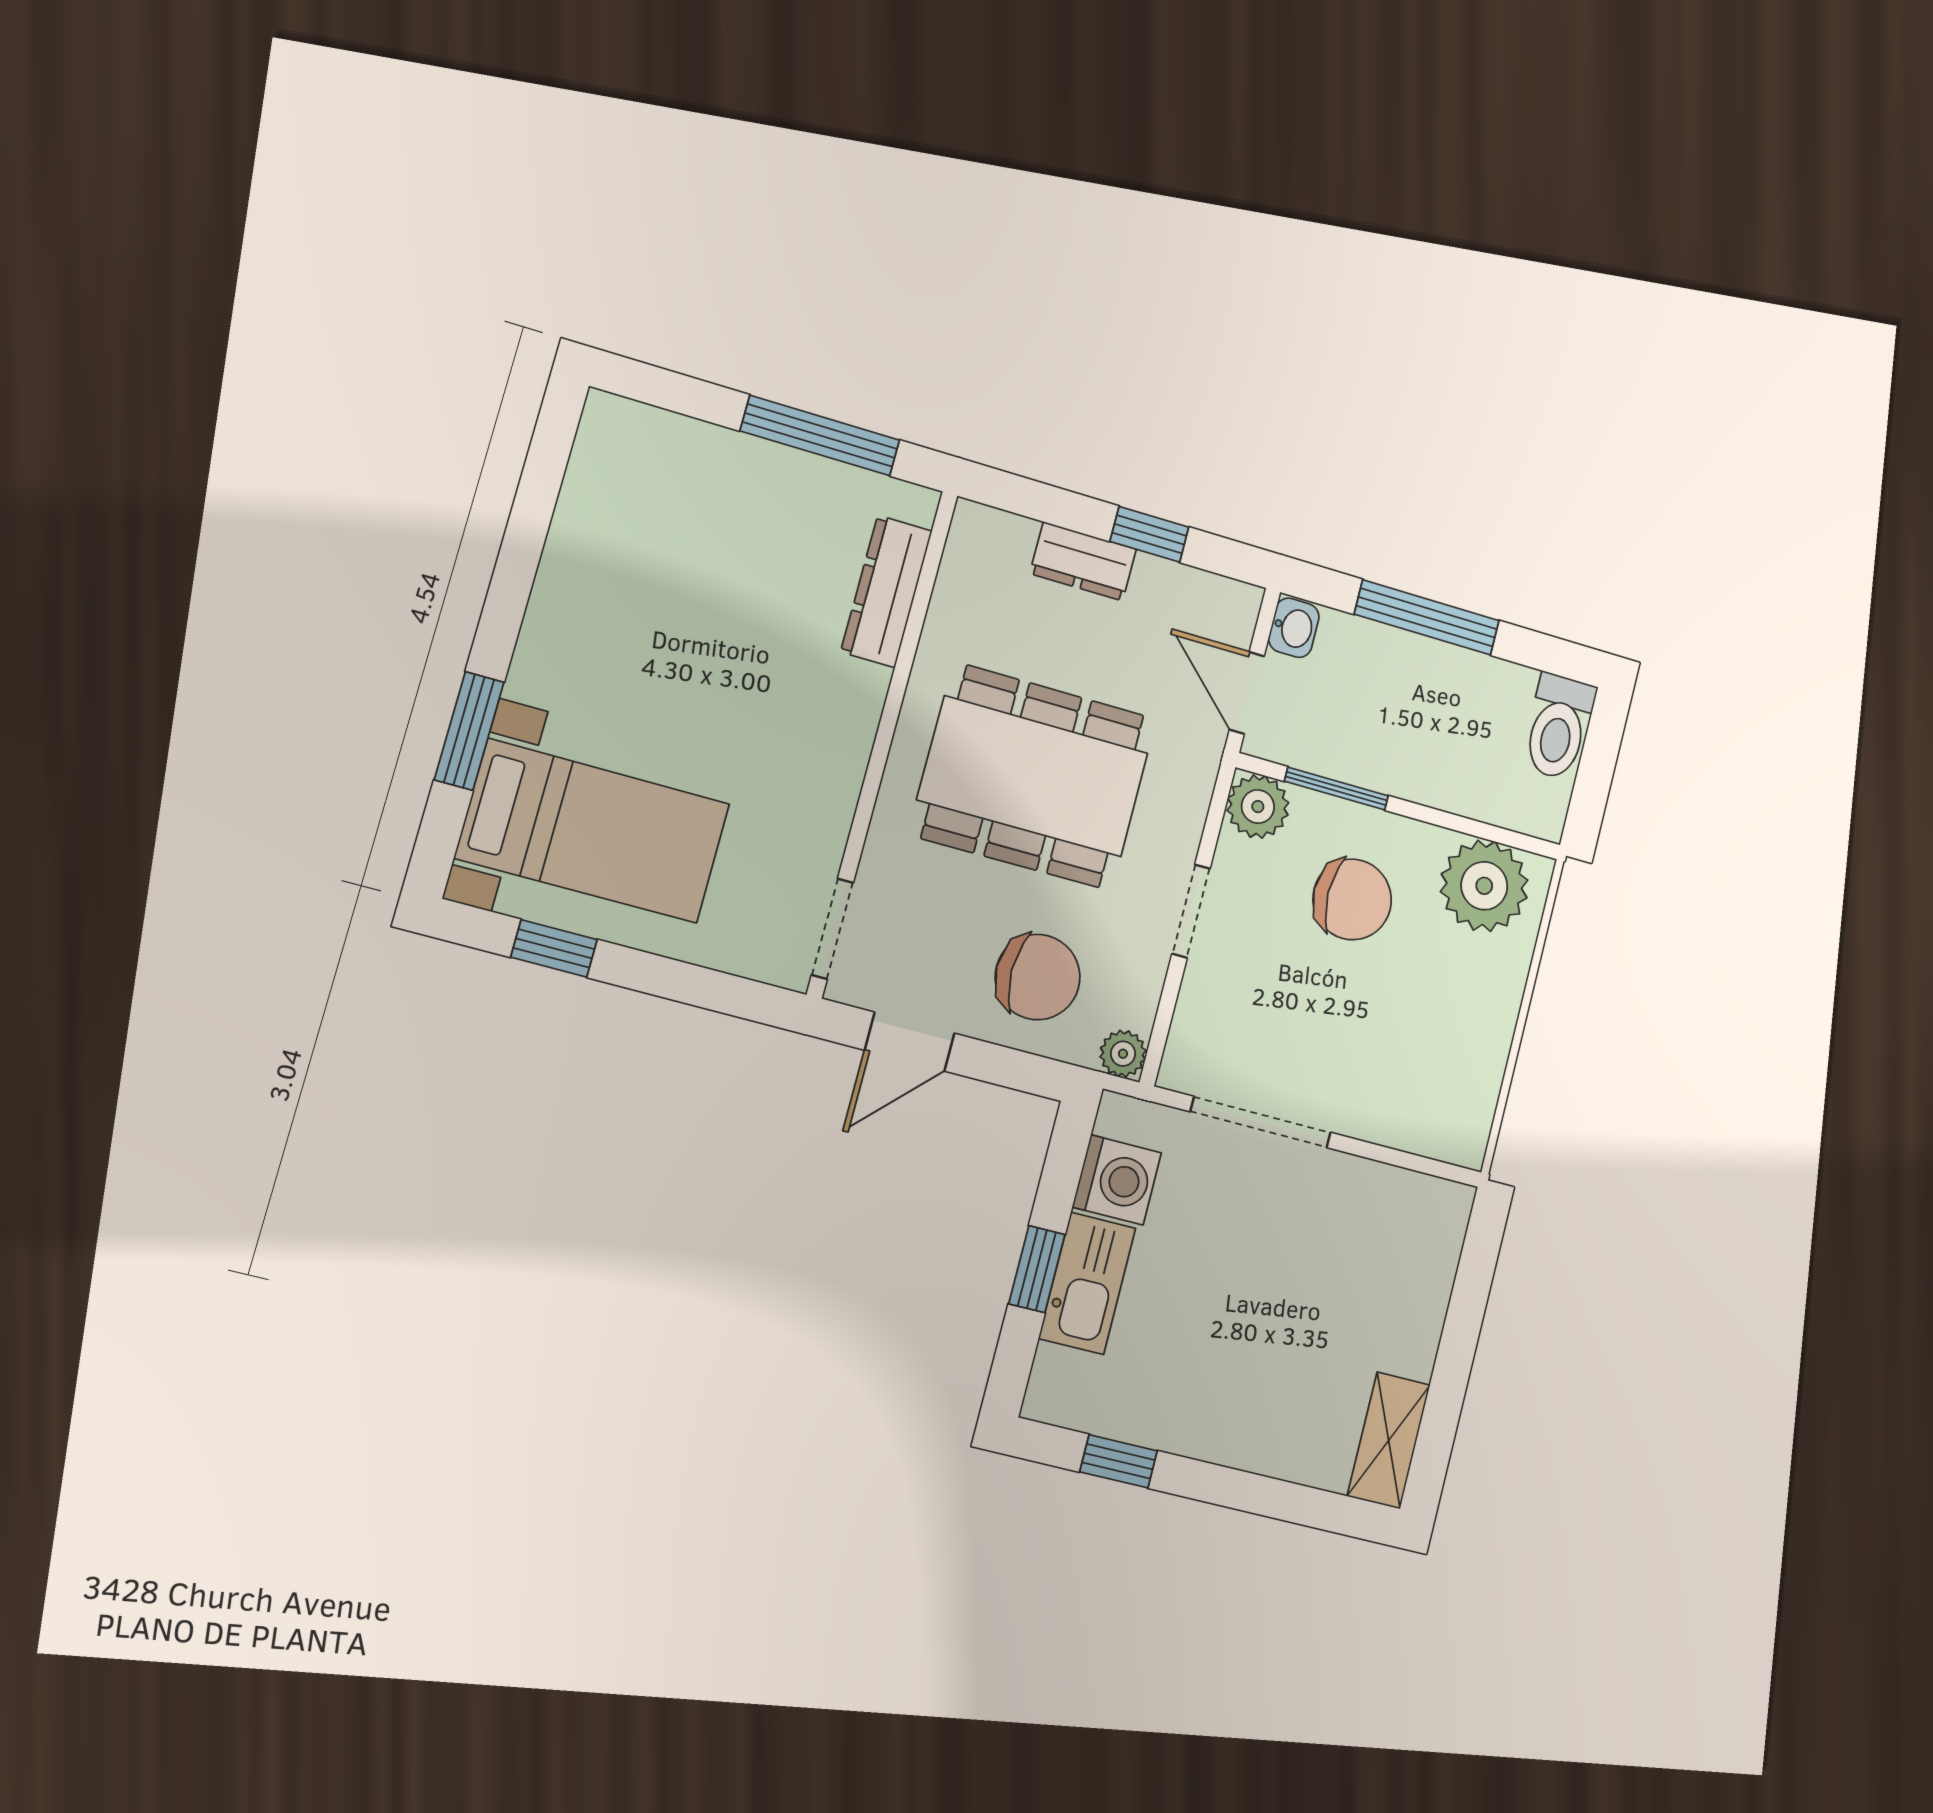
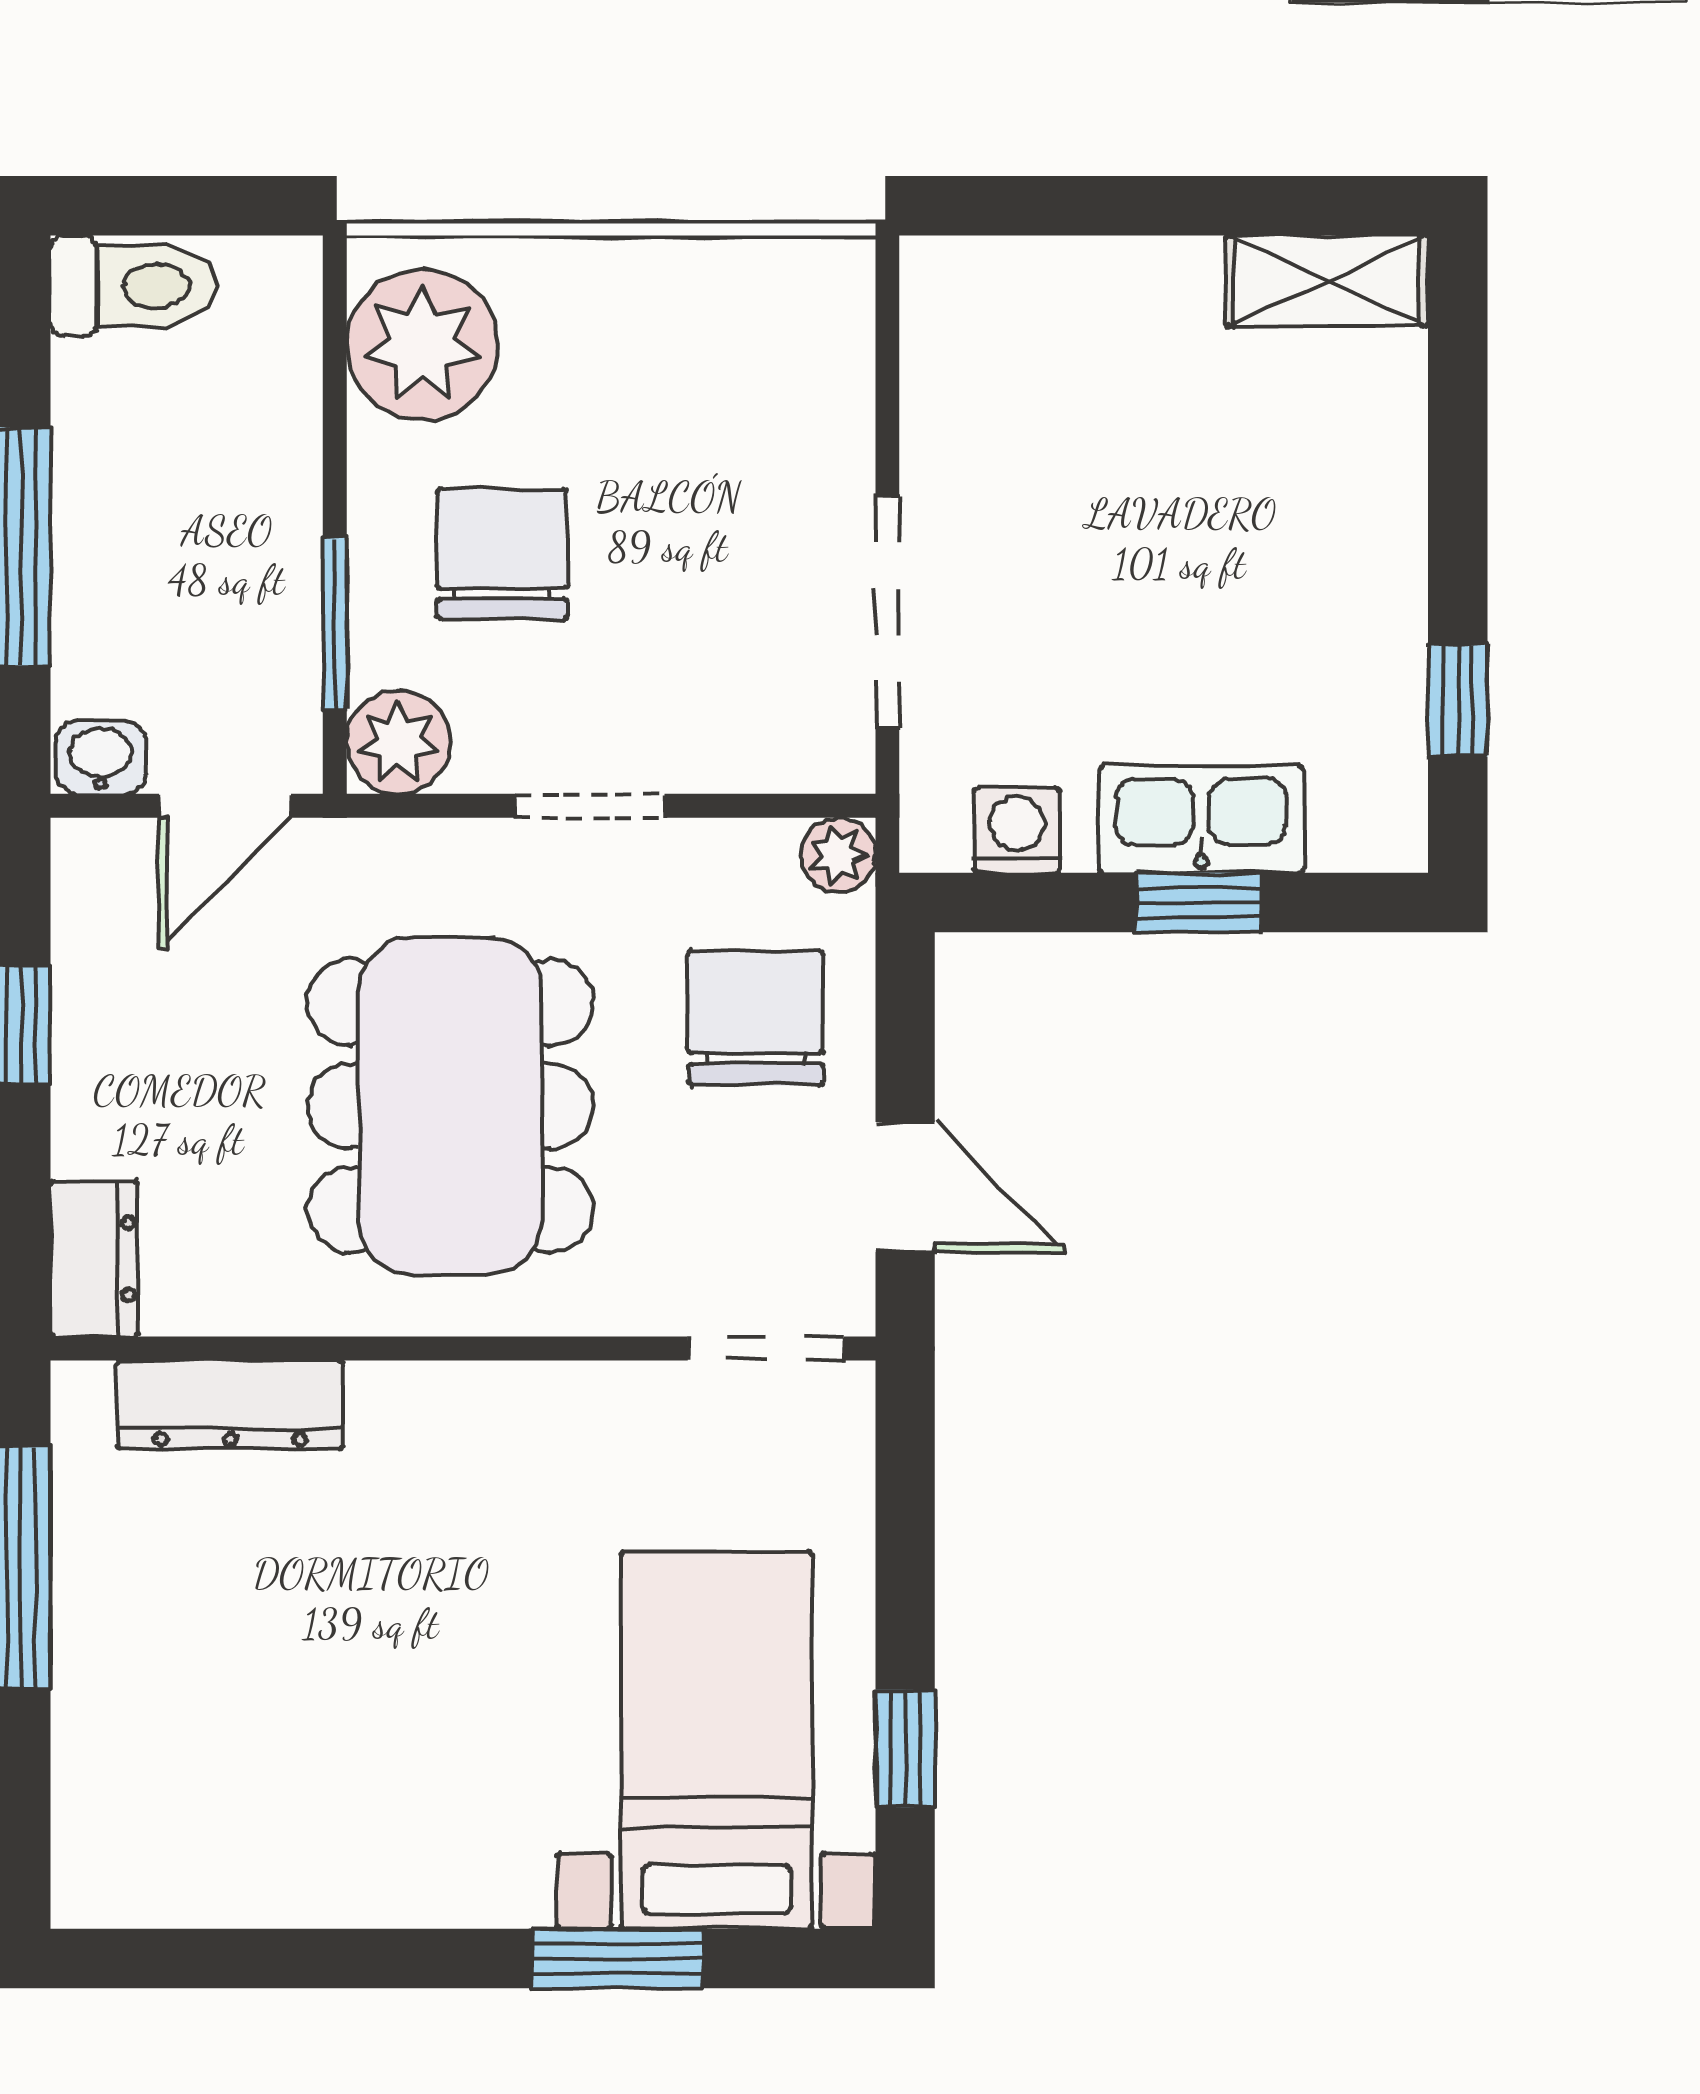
dresser: (1083, 561) -> (94, 1259), moved
washing machine: (1117, 1180) -> (1017, 830), width x0.73, depth x0.73

